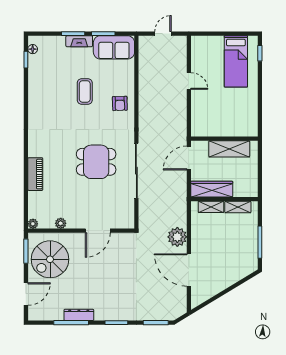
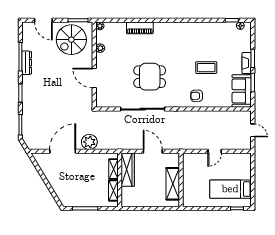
wall: (224, 139) -> (181, 180), moved
shelving: (229, 149) -> (173, 184), moved
dining table: (96, 162) -> (150, 77), turned 90
spiral stairs: (50, 259) -> (71, 40), turned -90

